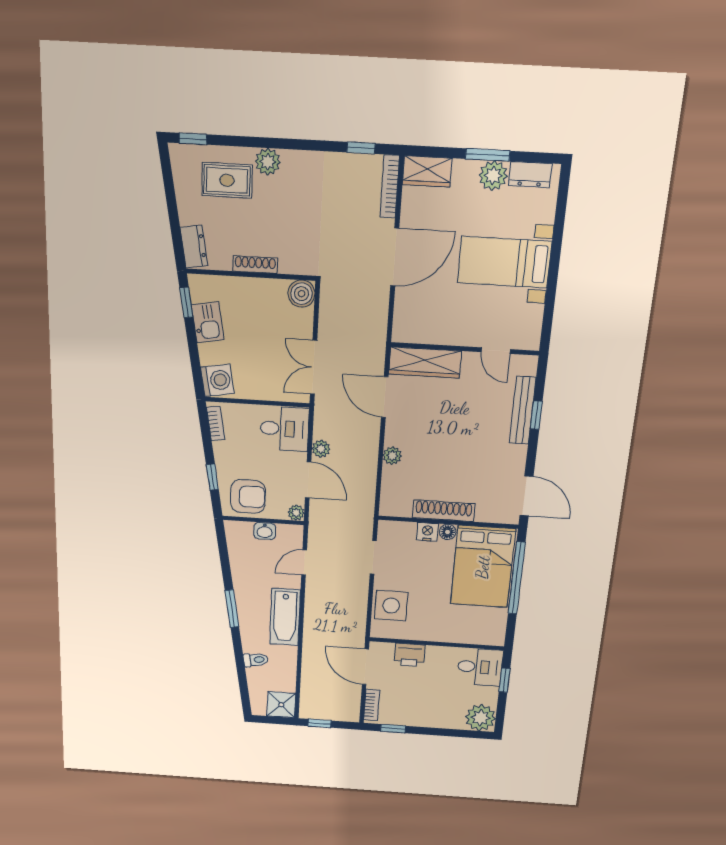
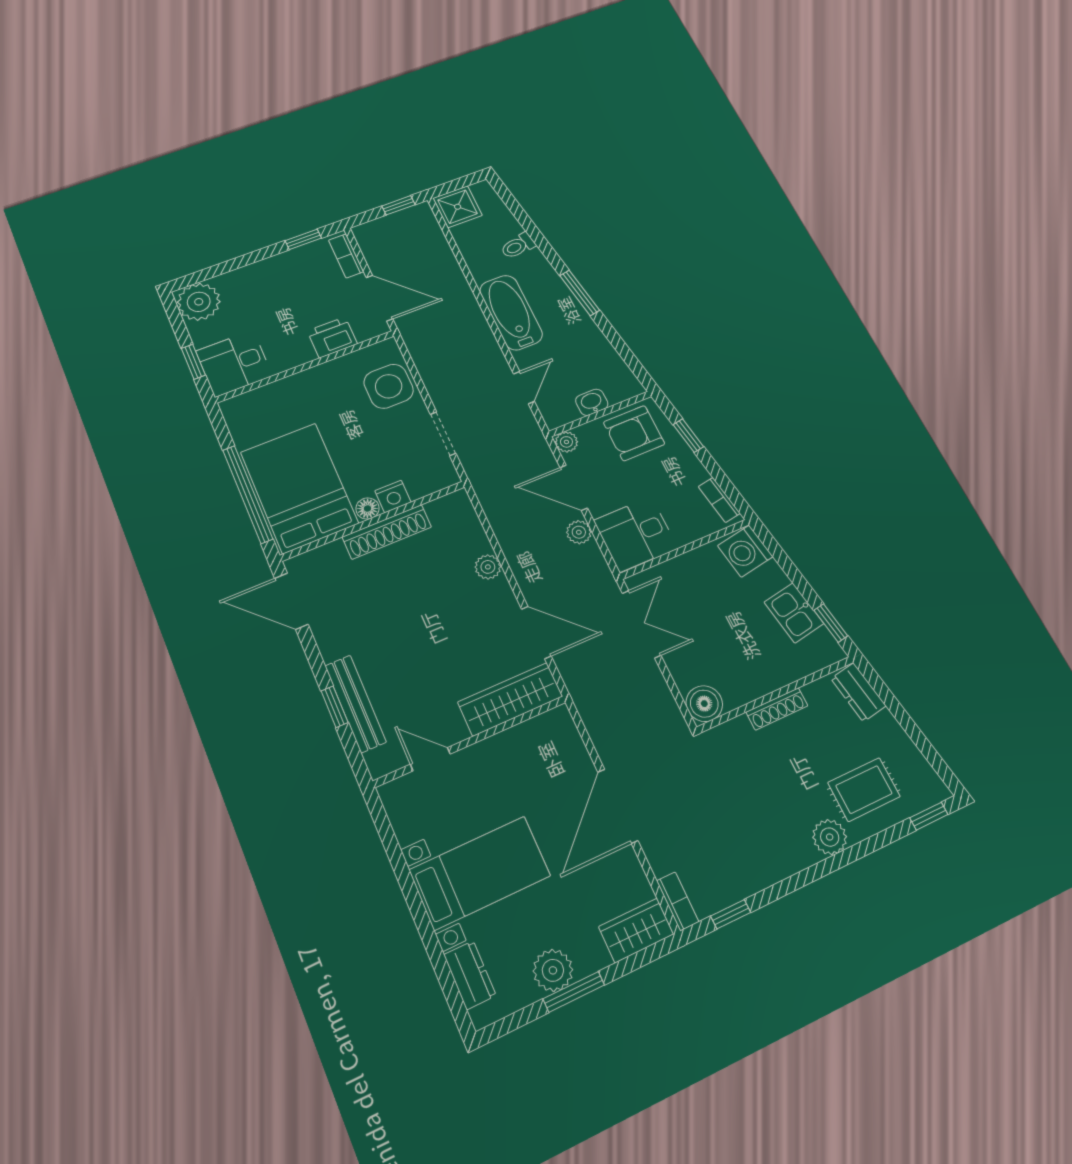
dresser: (530, 175) -> (470, 975), moved, turned 90
bookcase: (390, 187) -> (678, 901), width x0.64

